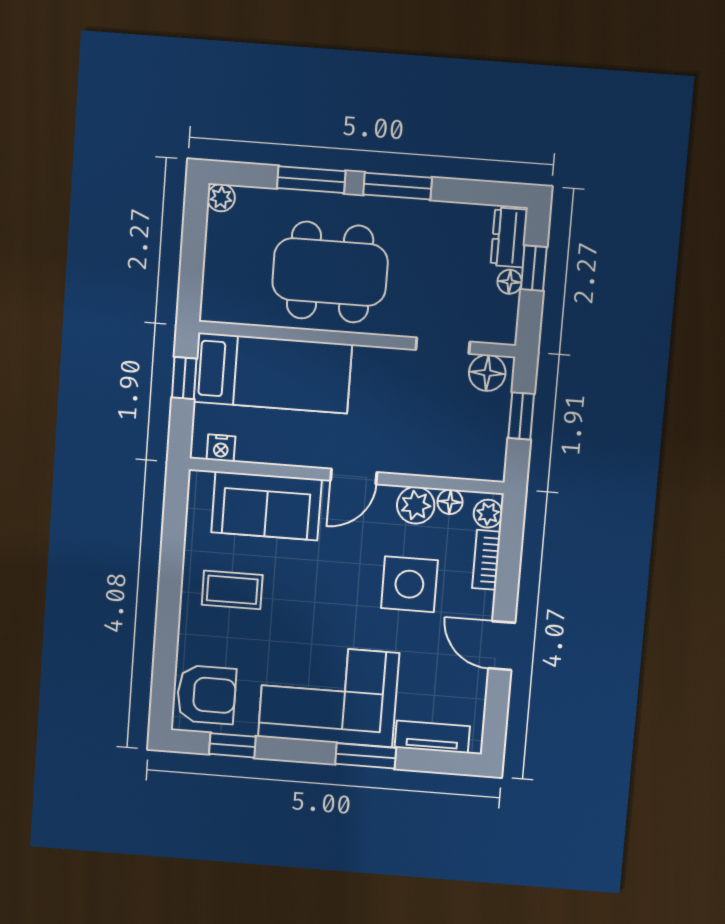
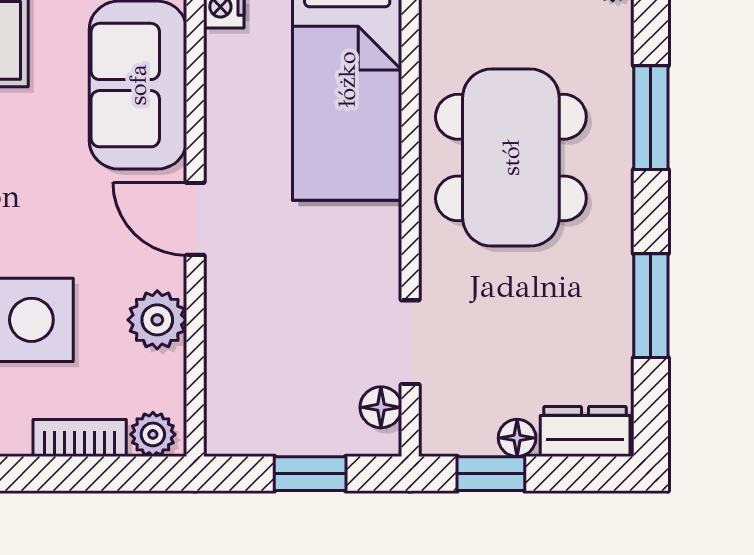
window: (398, 186) -> (651, 306), moved
window: (534, 268) -> (491, 474), moved
floor lamp: (487, 373) -> (381, 407), width x0.73, depth x0.73
floor lamp: (450, 502) -> (167, 373), removed

